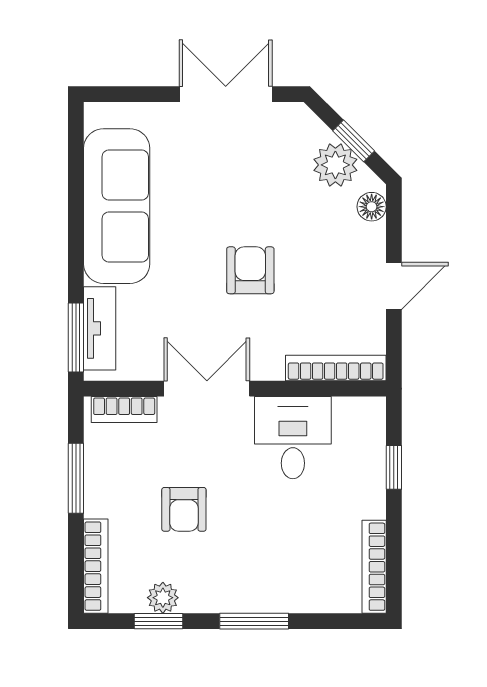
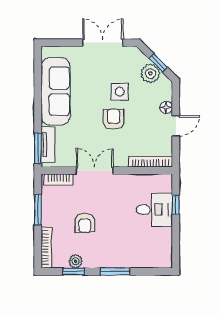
side table: (264, 207) -> (120, 92), added
floor lamp: (372, 207) -> (166, 108), moved
desk: (293, 438) -> (154, 210), moved, turned 90
bookcase: (374, 567) -> (167, 248), removed

